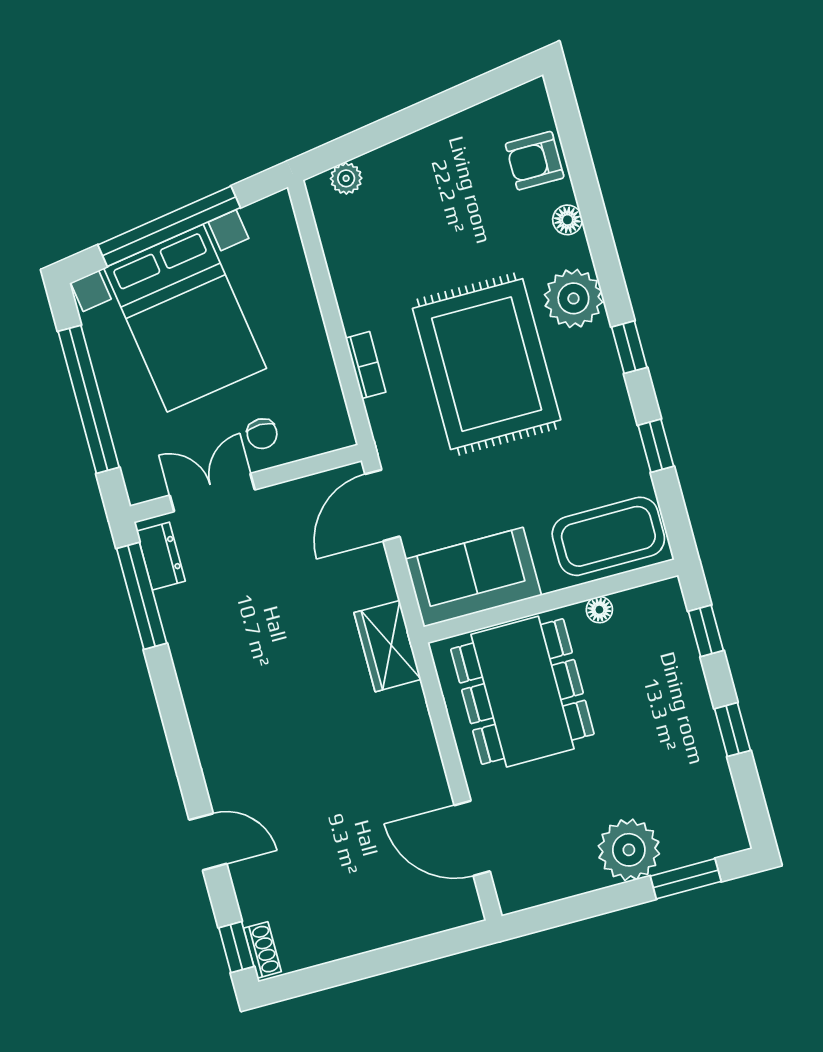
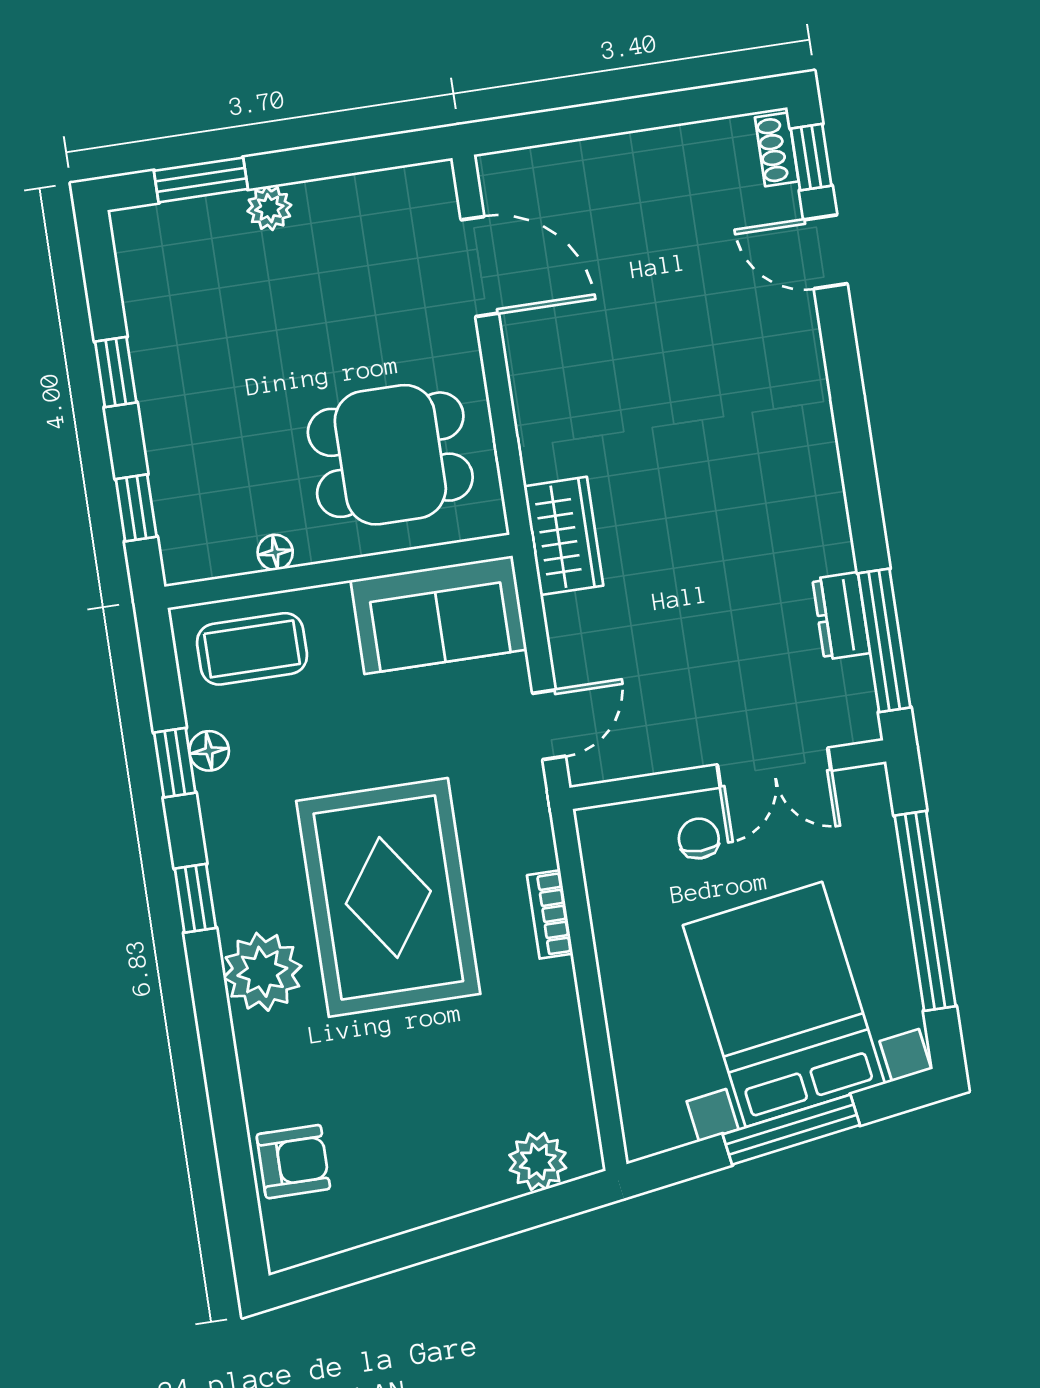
plant: (346, 178) -> (538, 1161), width x1.38, depth x1.38
floor lamp: (567, 220) -> (209, 751), moved
window: (169, 226) -> (791, 1130), width x0.68
door: (382, 505) -> (549, 725), width x0.73
coffee table: (608, 536) -> (252, 649), width x0.73, depth x0.76
dresser: (161, 556) -> (841, 616), moved
dining table: (522, 692) -> (390, 455), width x0.73
door: (208, 842) -> (825, 252), moved
plant: (629, 850) -> (269, 208), width x0.53, depth x0.53

